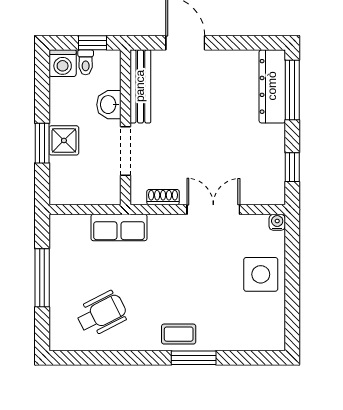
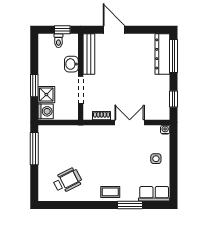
washing machine: (63, 63) -> (46, 111), moved, turned -90
shower: (64, 140) -> (46, 95), moved
row of seats: (119, 228) -> (154, 194), moved, turned 180
side table: (261, 274) -> (156, 159), width x0.54, depth x0.54
window: (42, 278) -> (34, 149), moved
window: (194, 358) -> (130, 205), moved

